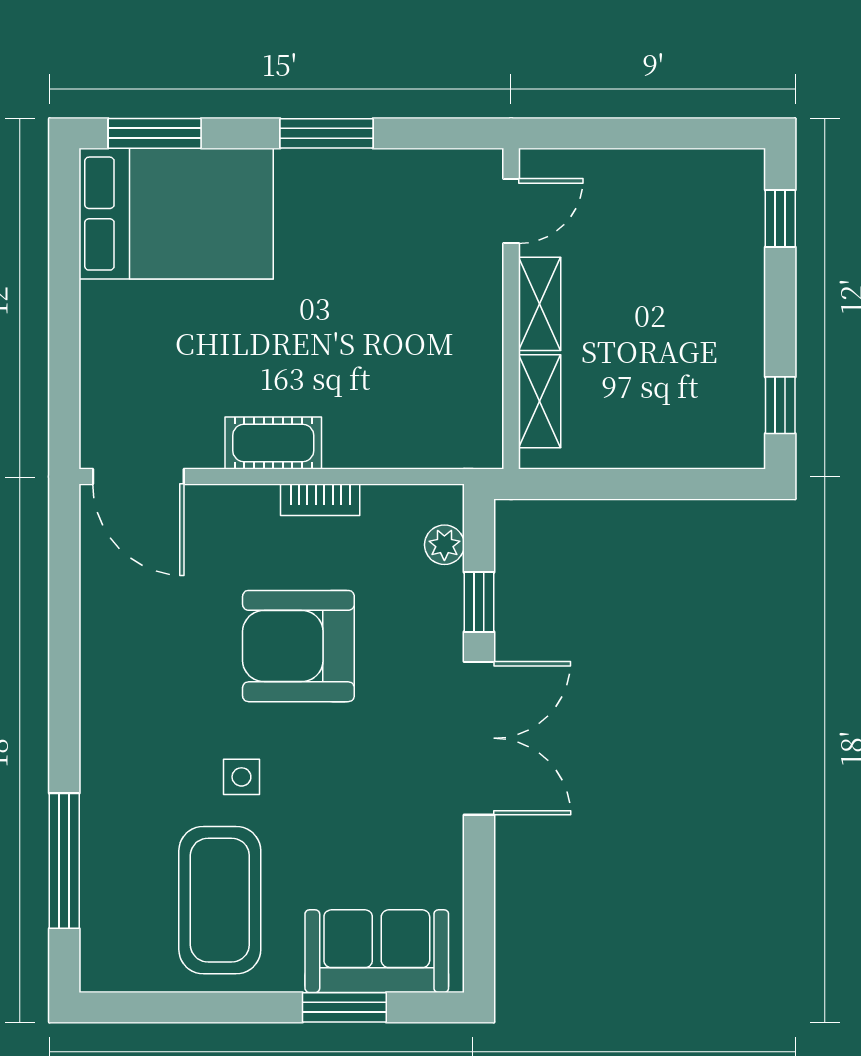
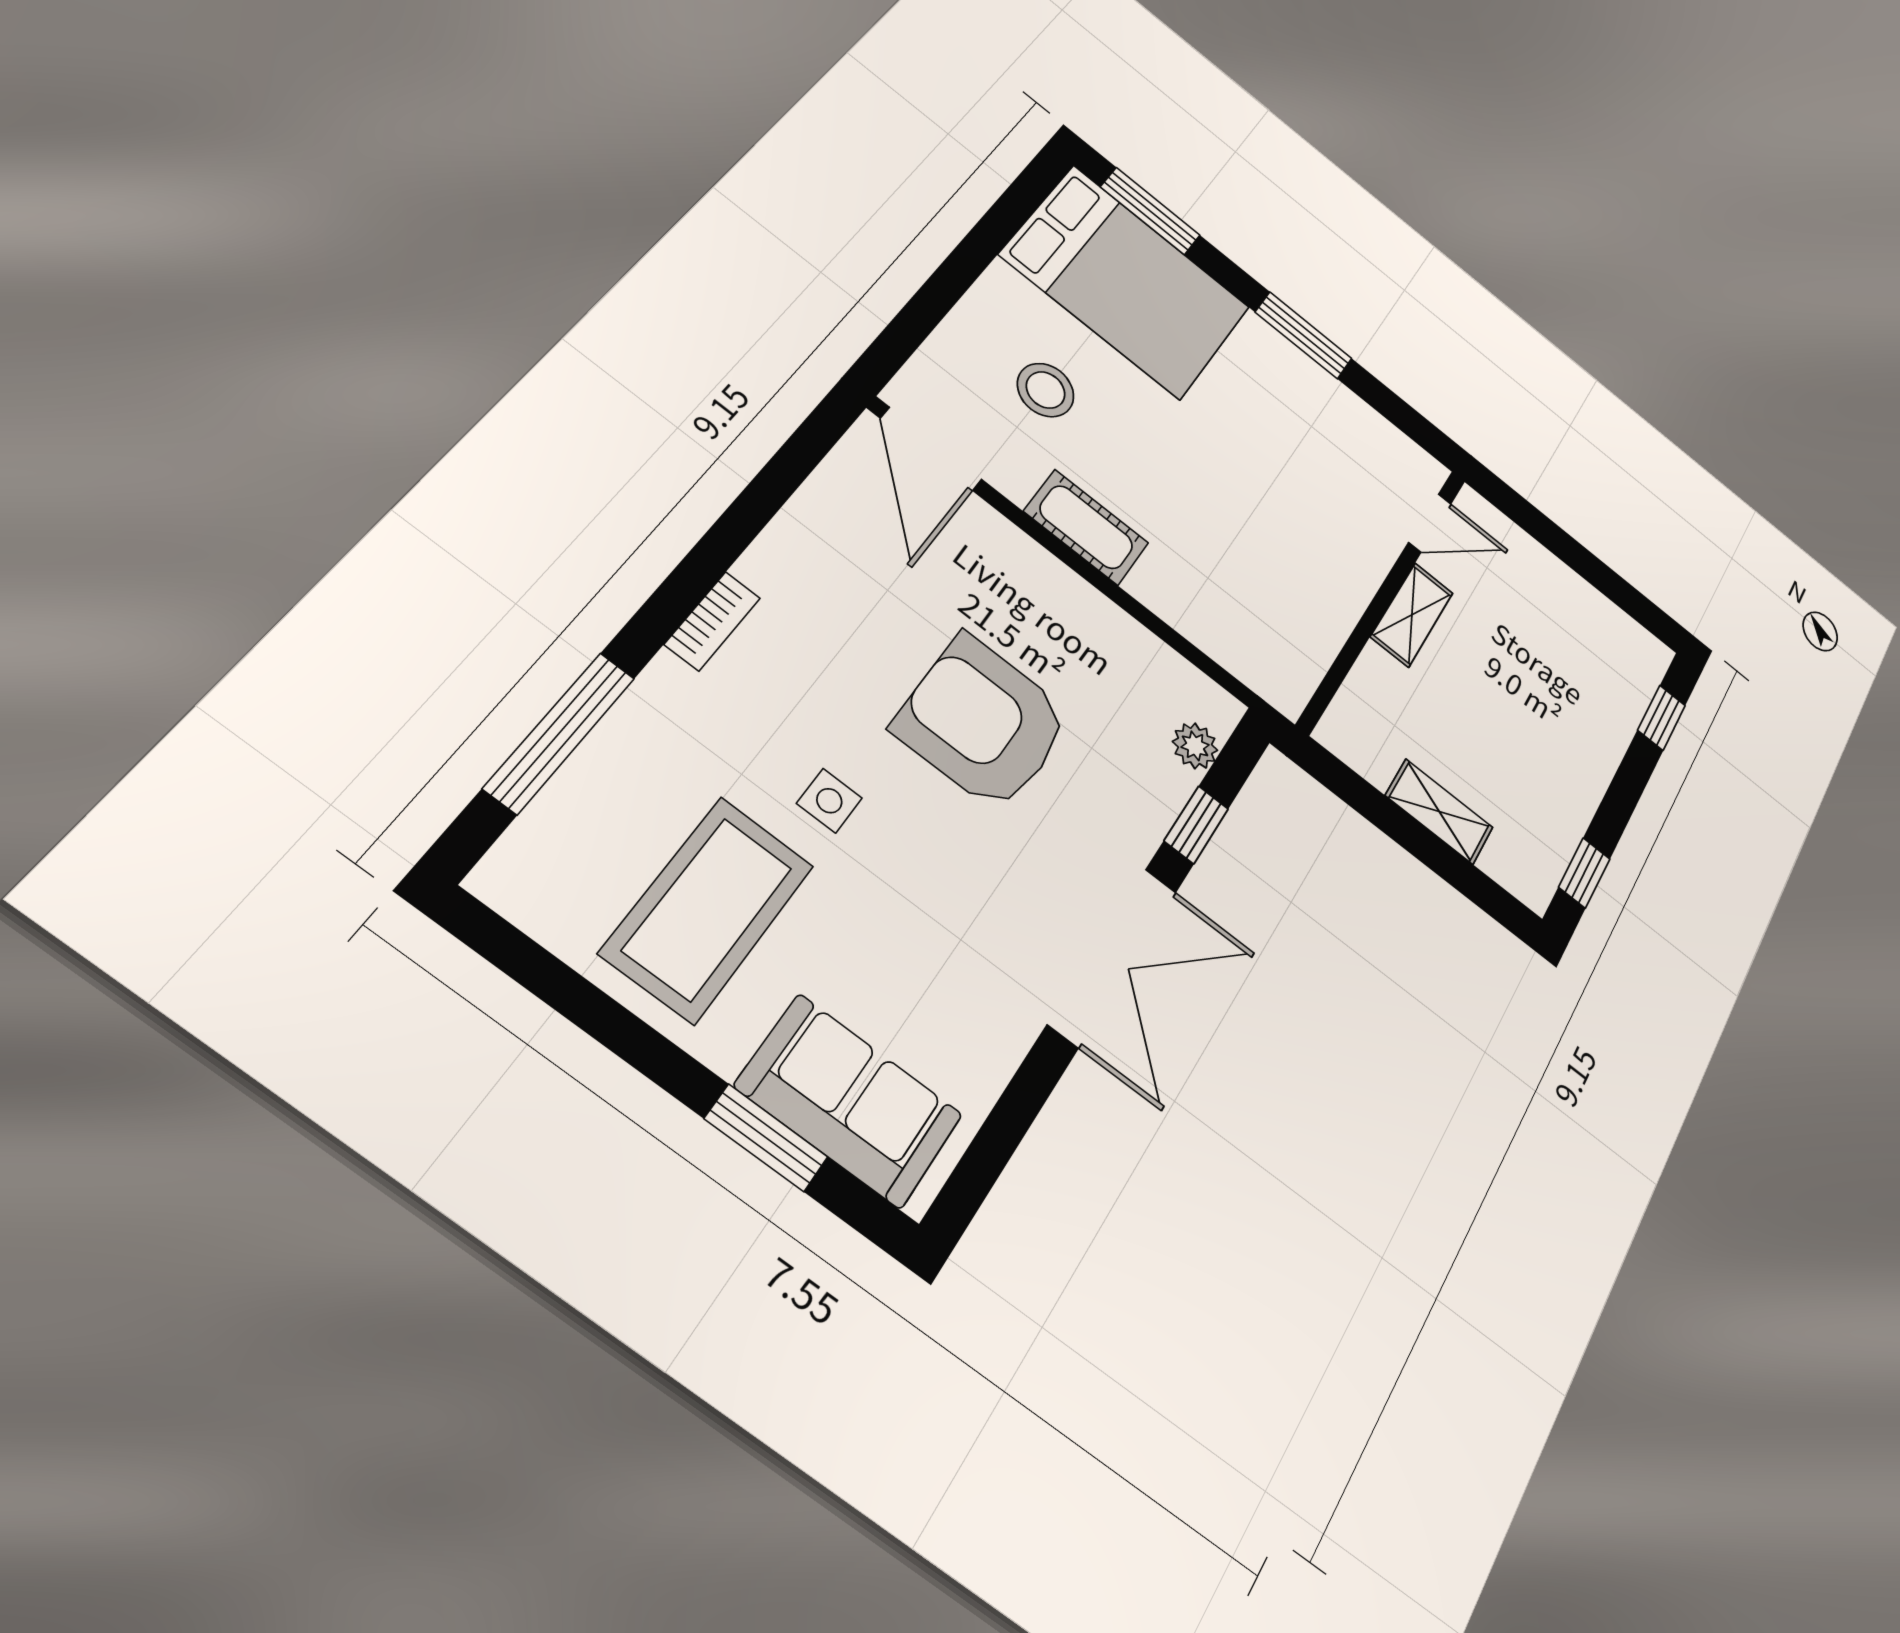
stool: (180, 359) -> (1046, 390), added
shelving: (540, 401) -> (1439, 812), moved, turned 90
bookcase: (320, 500) -> (712, 621), moved, turned -90

